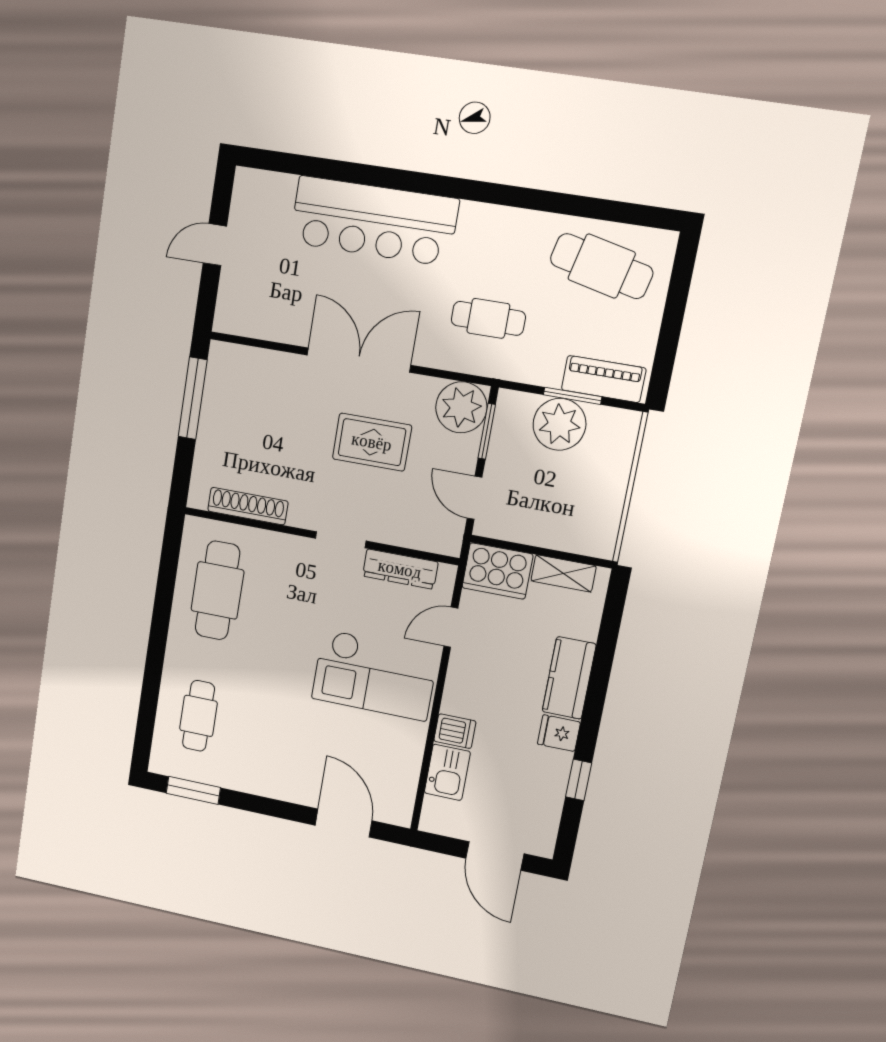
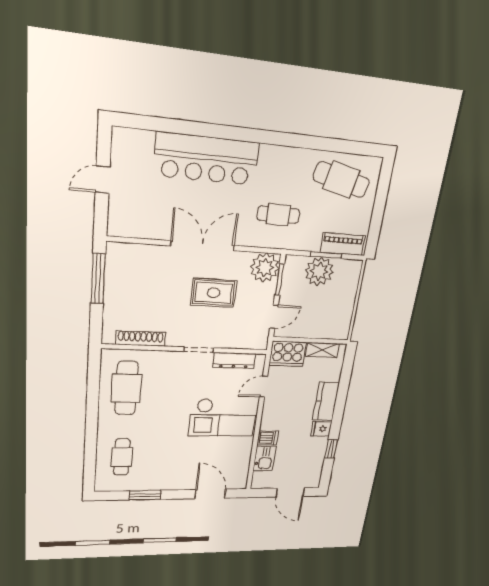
door: (475, 498) -> (274, 317), swing flipped
window: (193, 790) -> (145, 495), moved

